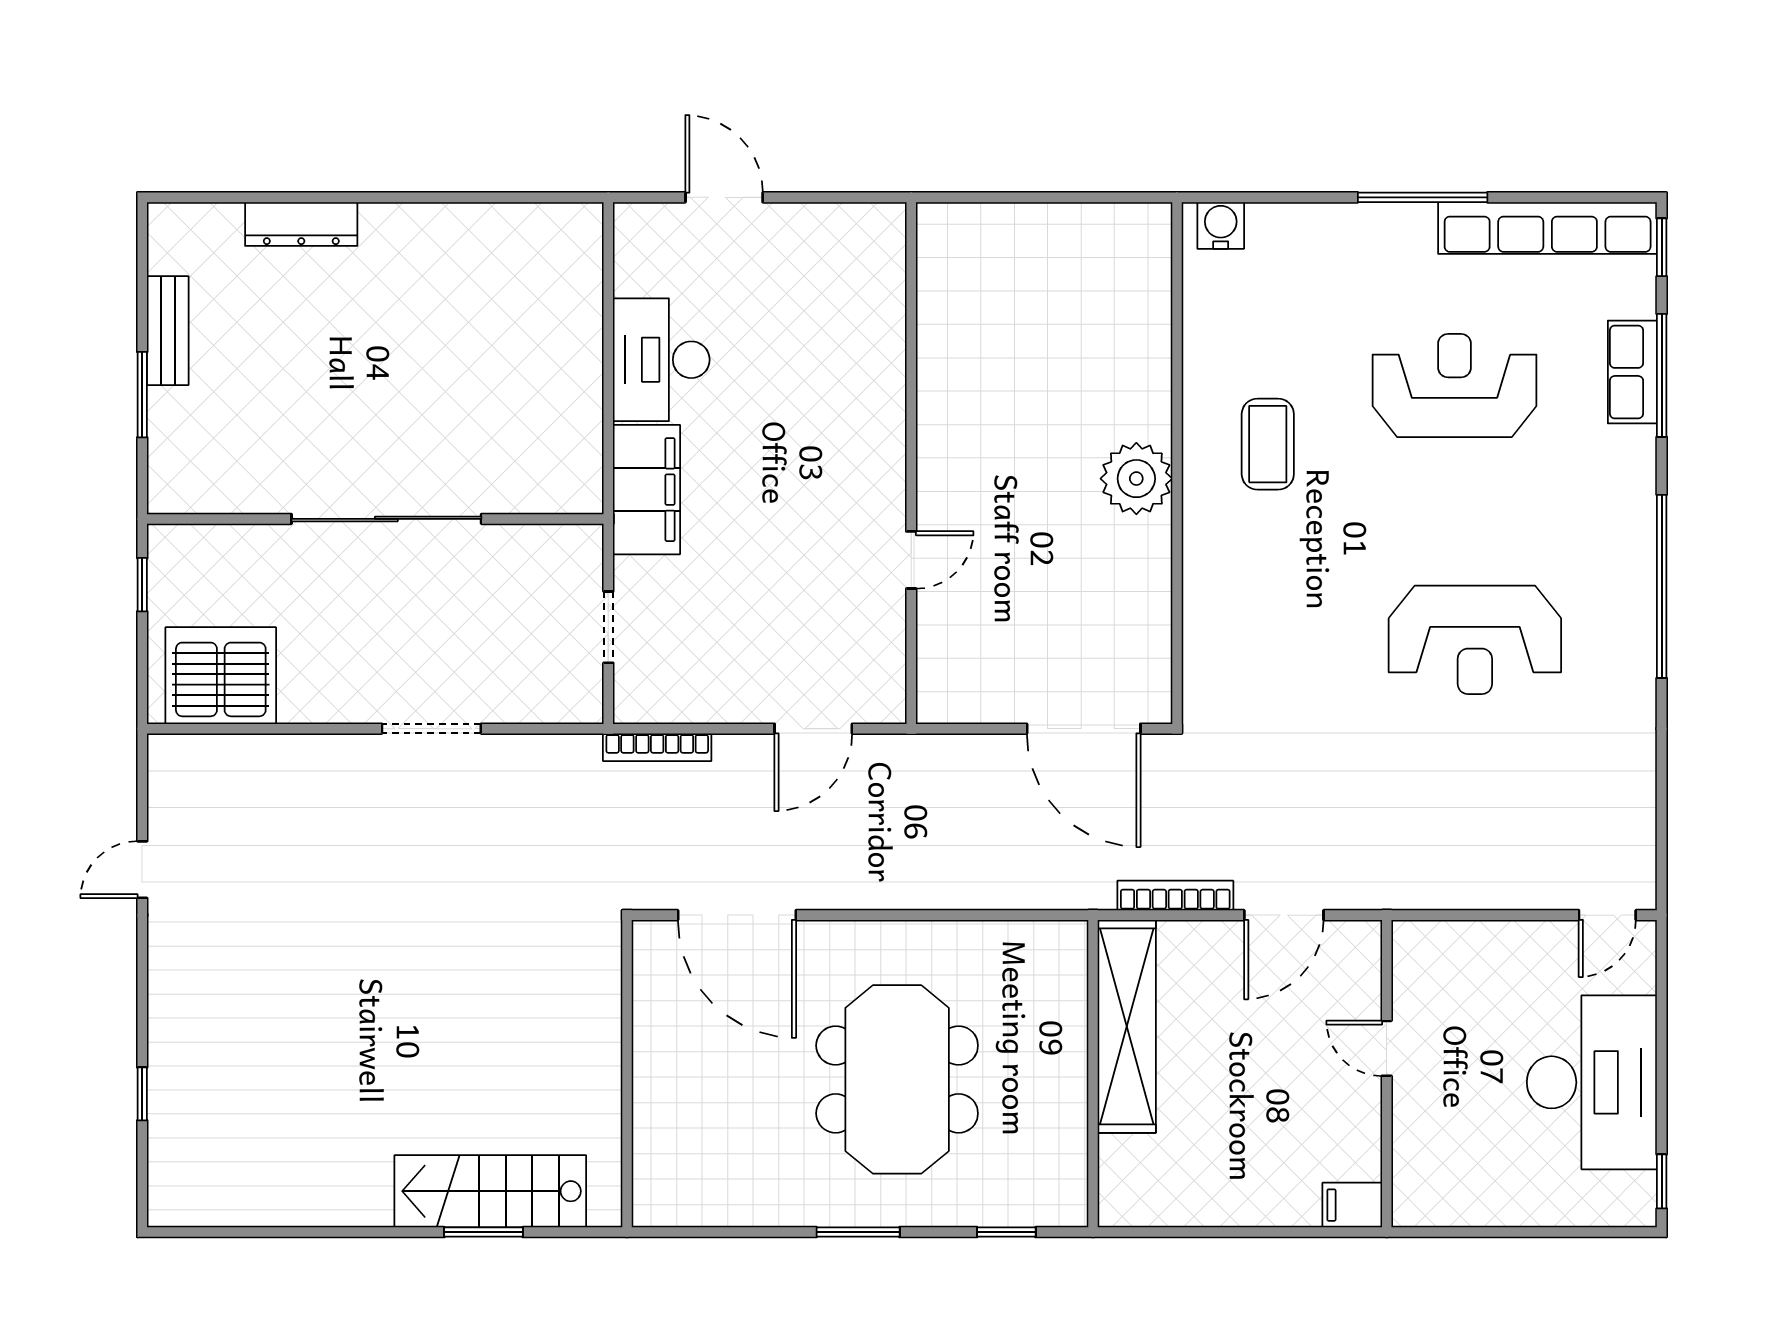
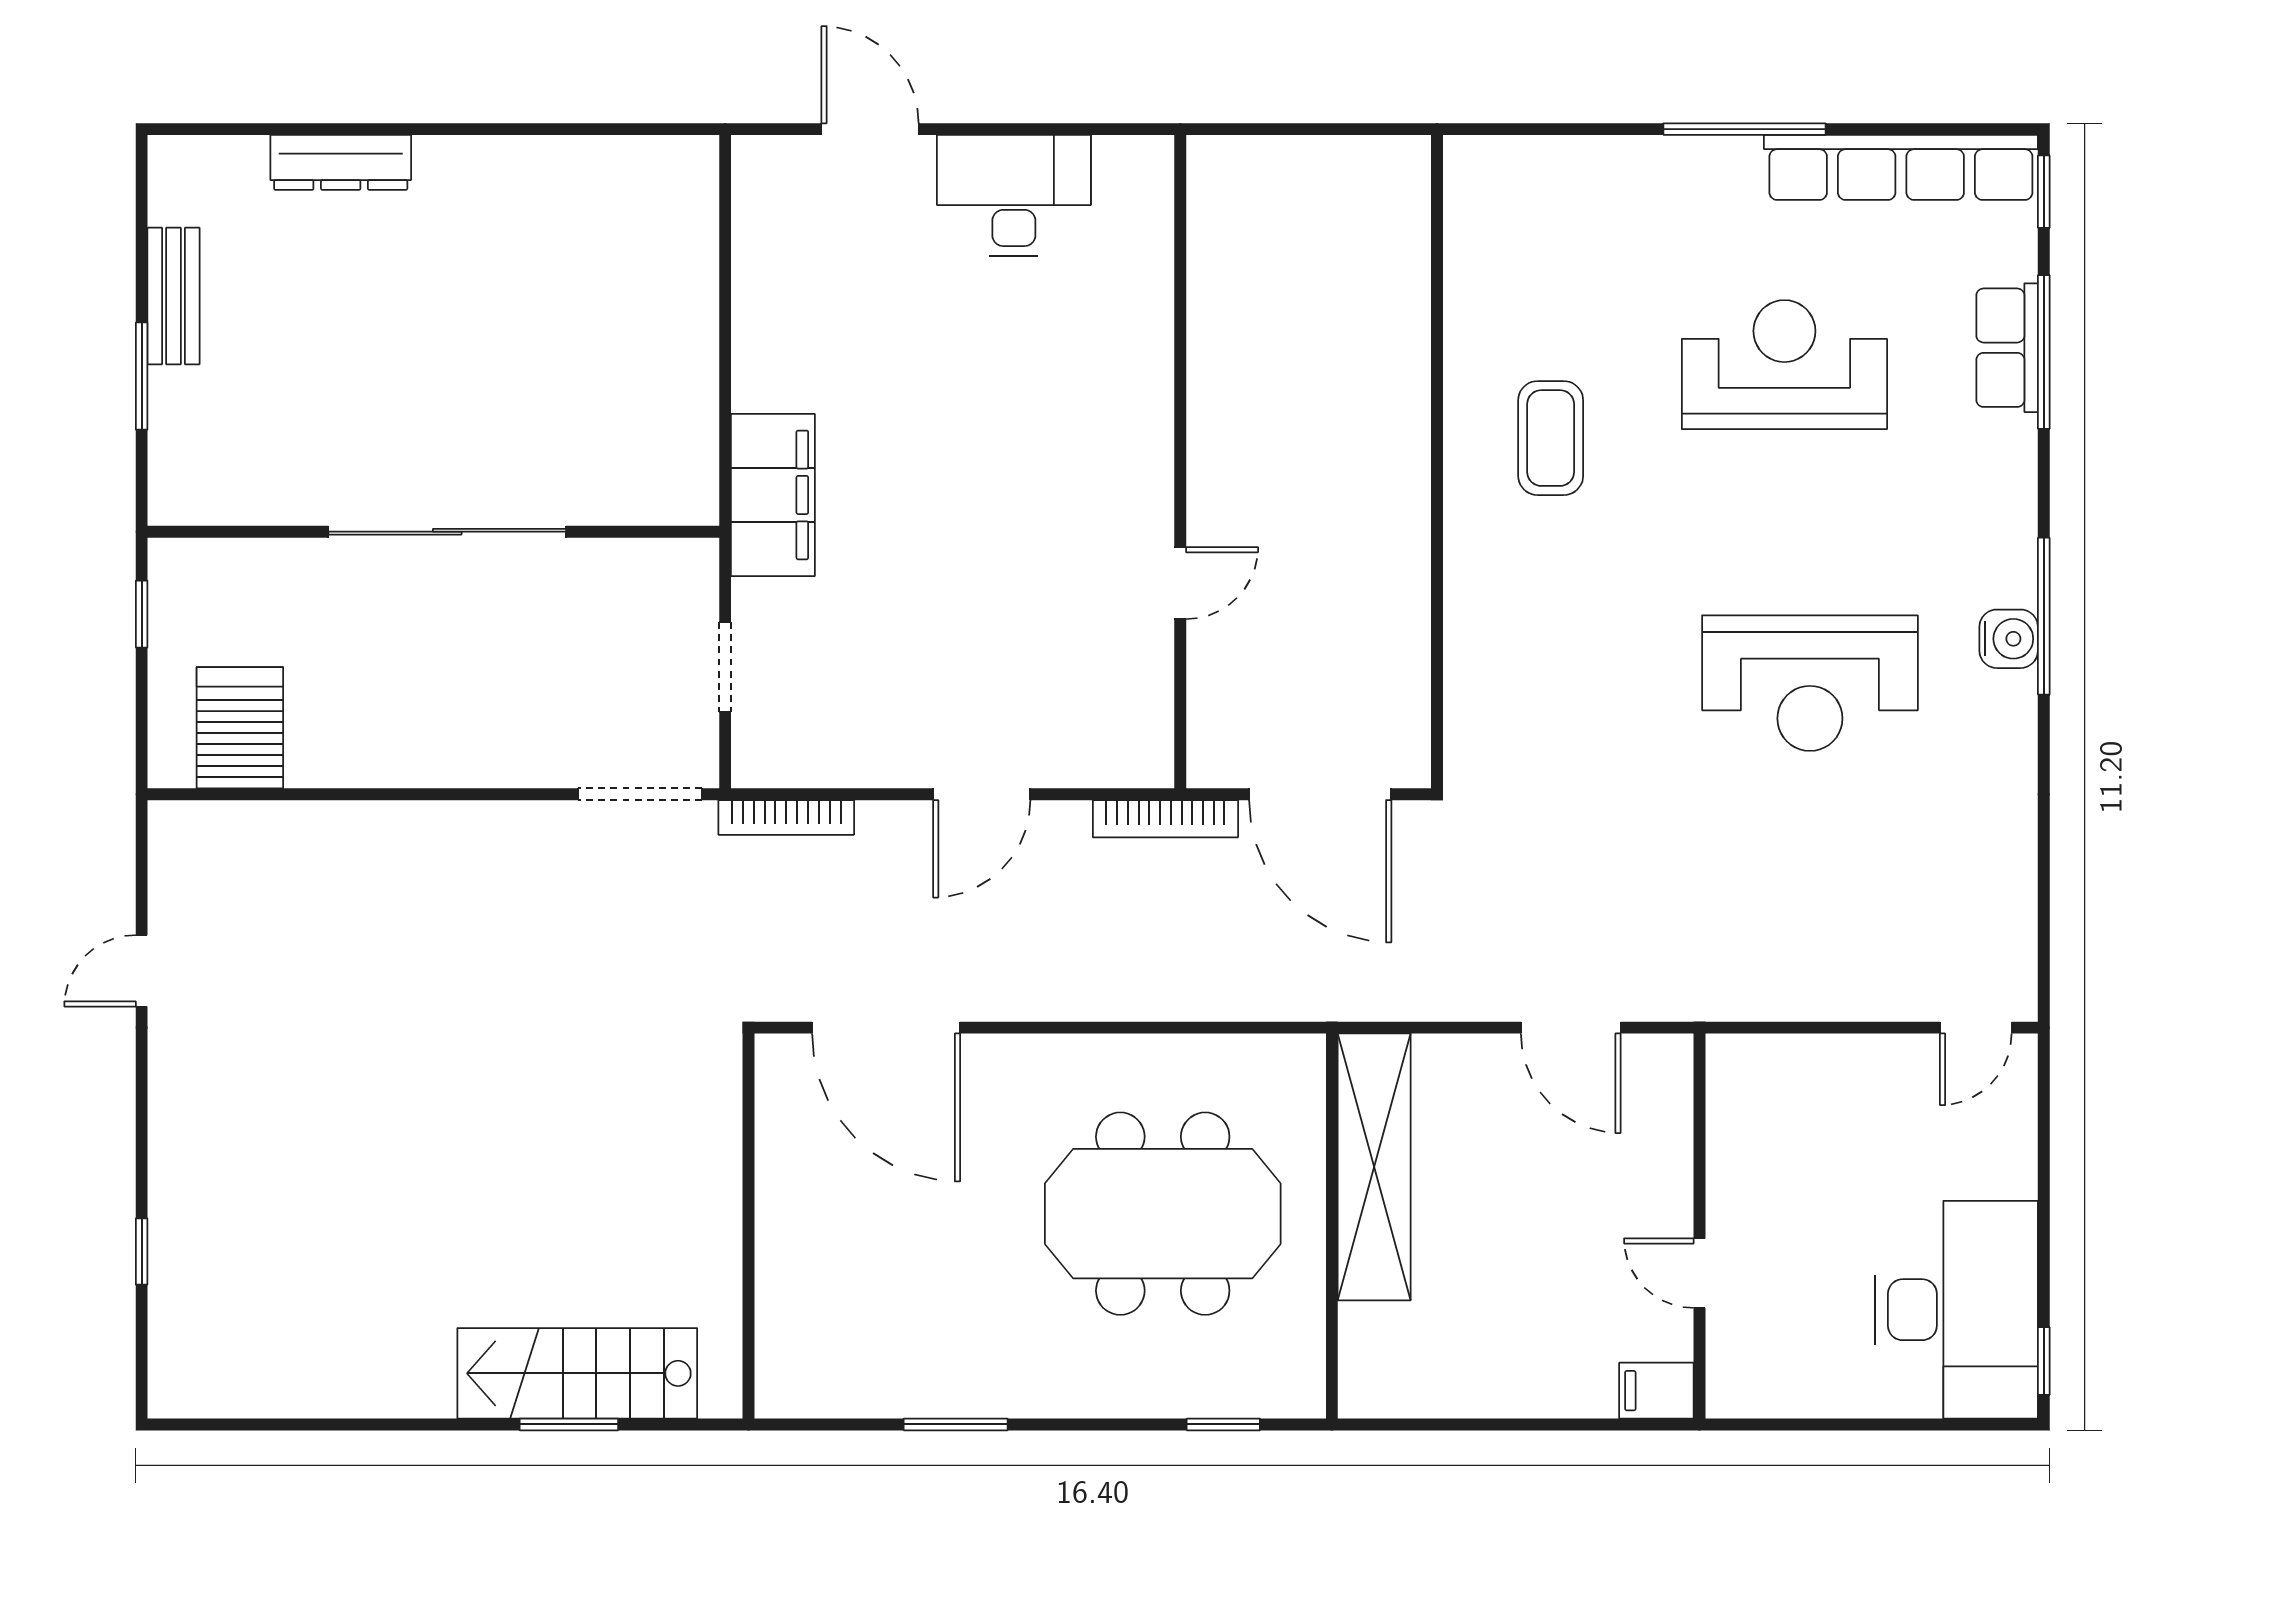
water cooler: (1221, 225) -> (2009, 639), moved, turned 90
desk: (661, 360) -> (1014, 195), moved, turned 90
wall: (911, 463) -> (1180, 462), moved
plant: (1136, 479) -> (1386, 481), removed
door: (911, 560) -> (1180, 583), moved
window: (1662, 586) -> (2044, 616), width x0.68
server rack: (221, 676) -> (240, 728), width x0.62
doorway: (431, 729) -> (640, 794), moved
bookcase: (1175, 896) -> (1165, 819), moved, turned 180
door: (1284, 915) -> (1571, 1028), hinge flipped
door: (1387, 1048) -> (1700, 1273), moved
meeting table: (897, 1079) -> (1163, 1214), moved, turned 90
desk: (1592, 1082) -> (1956, 1310), moved
window: (858, 1232) -> (956, 1424), moved

